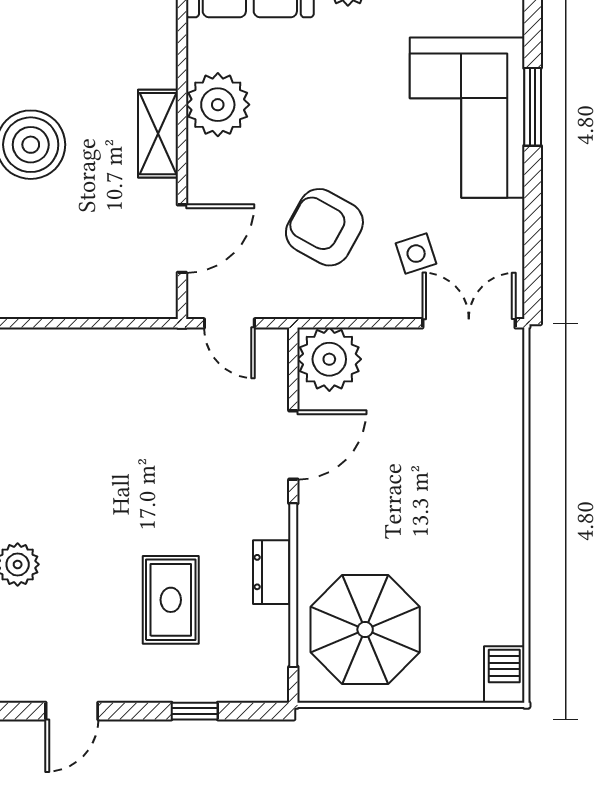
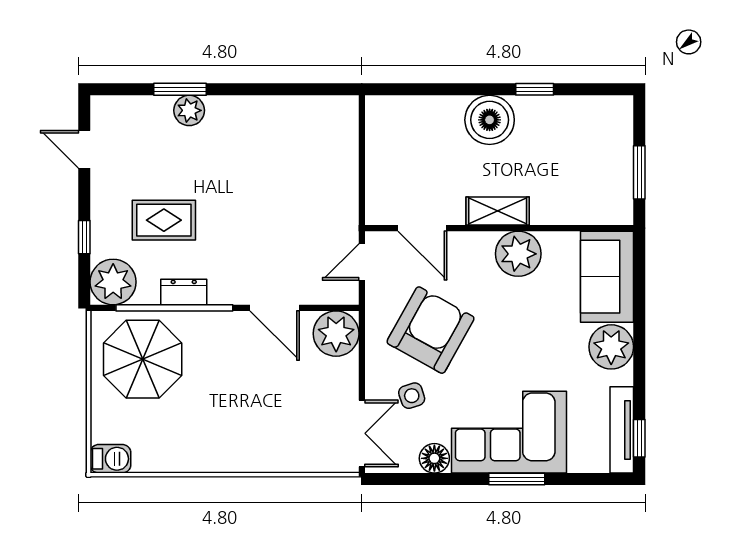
floor lamp: (504, 222) -> (434, 458), added
armchair: (324, 227) -> (431, 330), width x1.36, depth x1.36
plant: (257, 671) -> (113, 282), added

